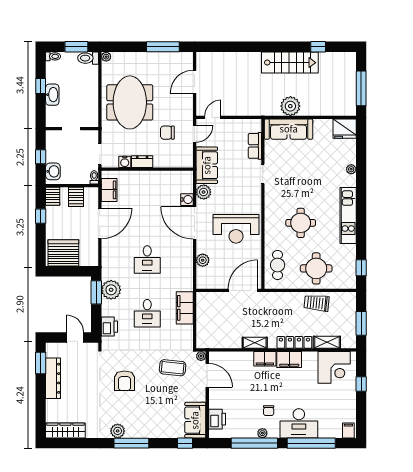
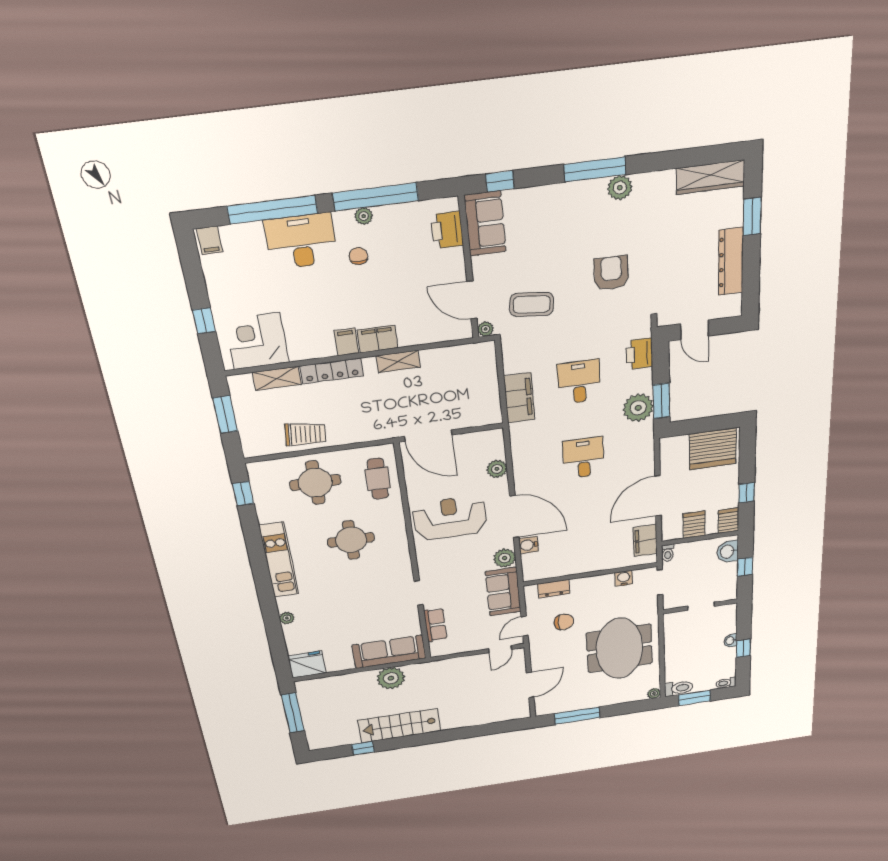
washbasin: (52, 95) -> (730, 641), width x0.52, depth x0.69
dresser: (142, 162) -> (554, 589), moved
door: (243, 290) -> (428, 436), hinge flipped
filing cabinet: (289, 359) -> (346, 342), width x0.50
window: (41, 363) -> (752, 217), moved

